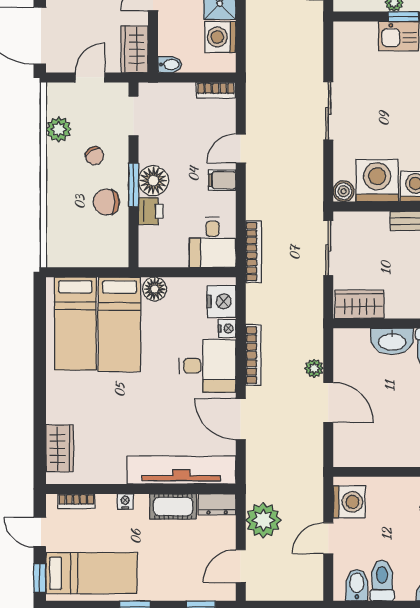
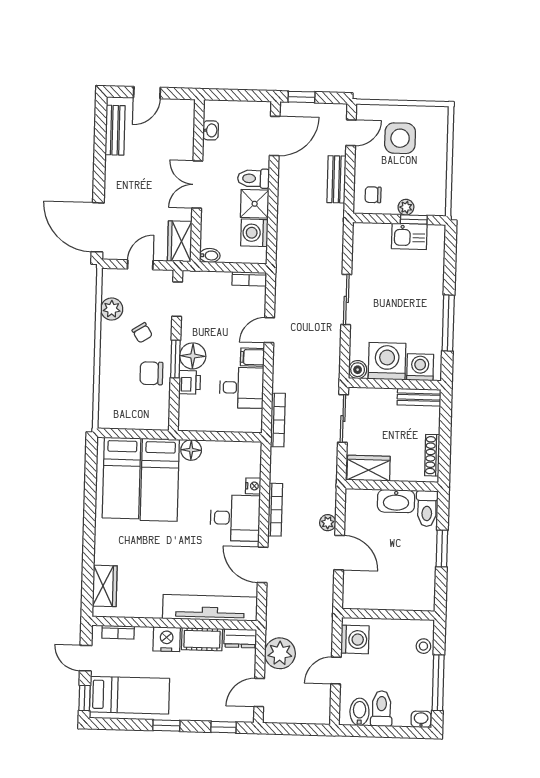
desk: (213, 242) -> (242, 388), moved, turned -90
nightstand: (221, 301) -> (249, 462), removed
nightstand: (125, 502) -> (167, 639), width x1.89, depth x1.79

